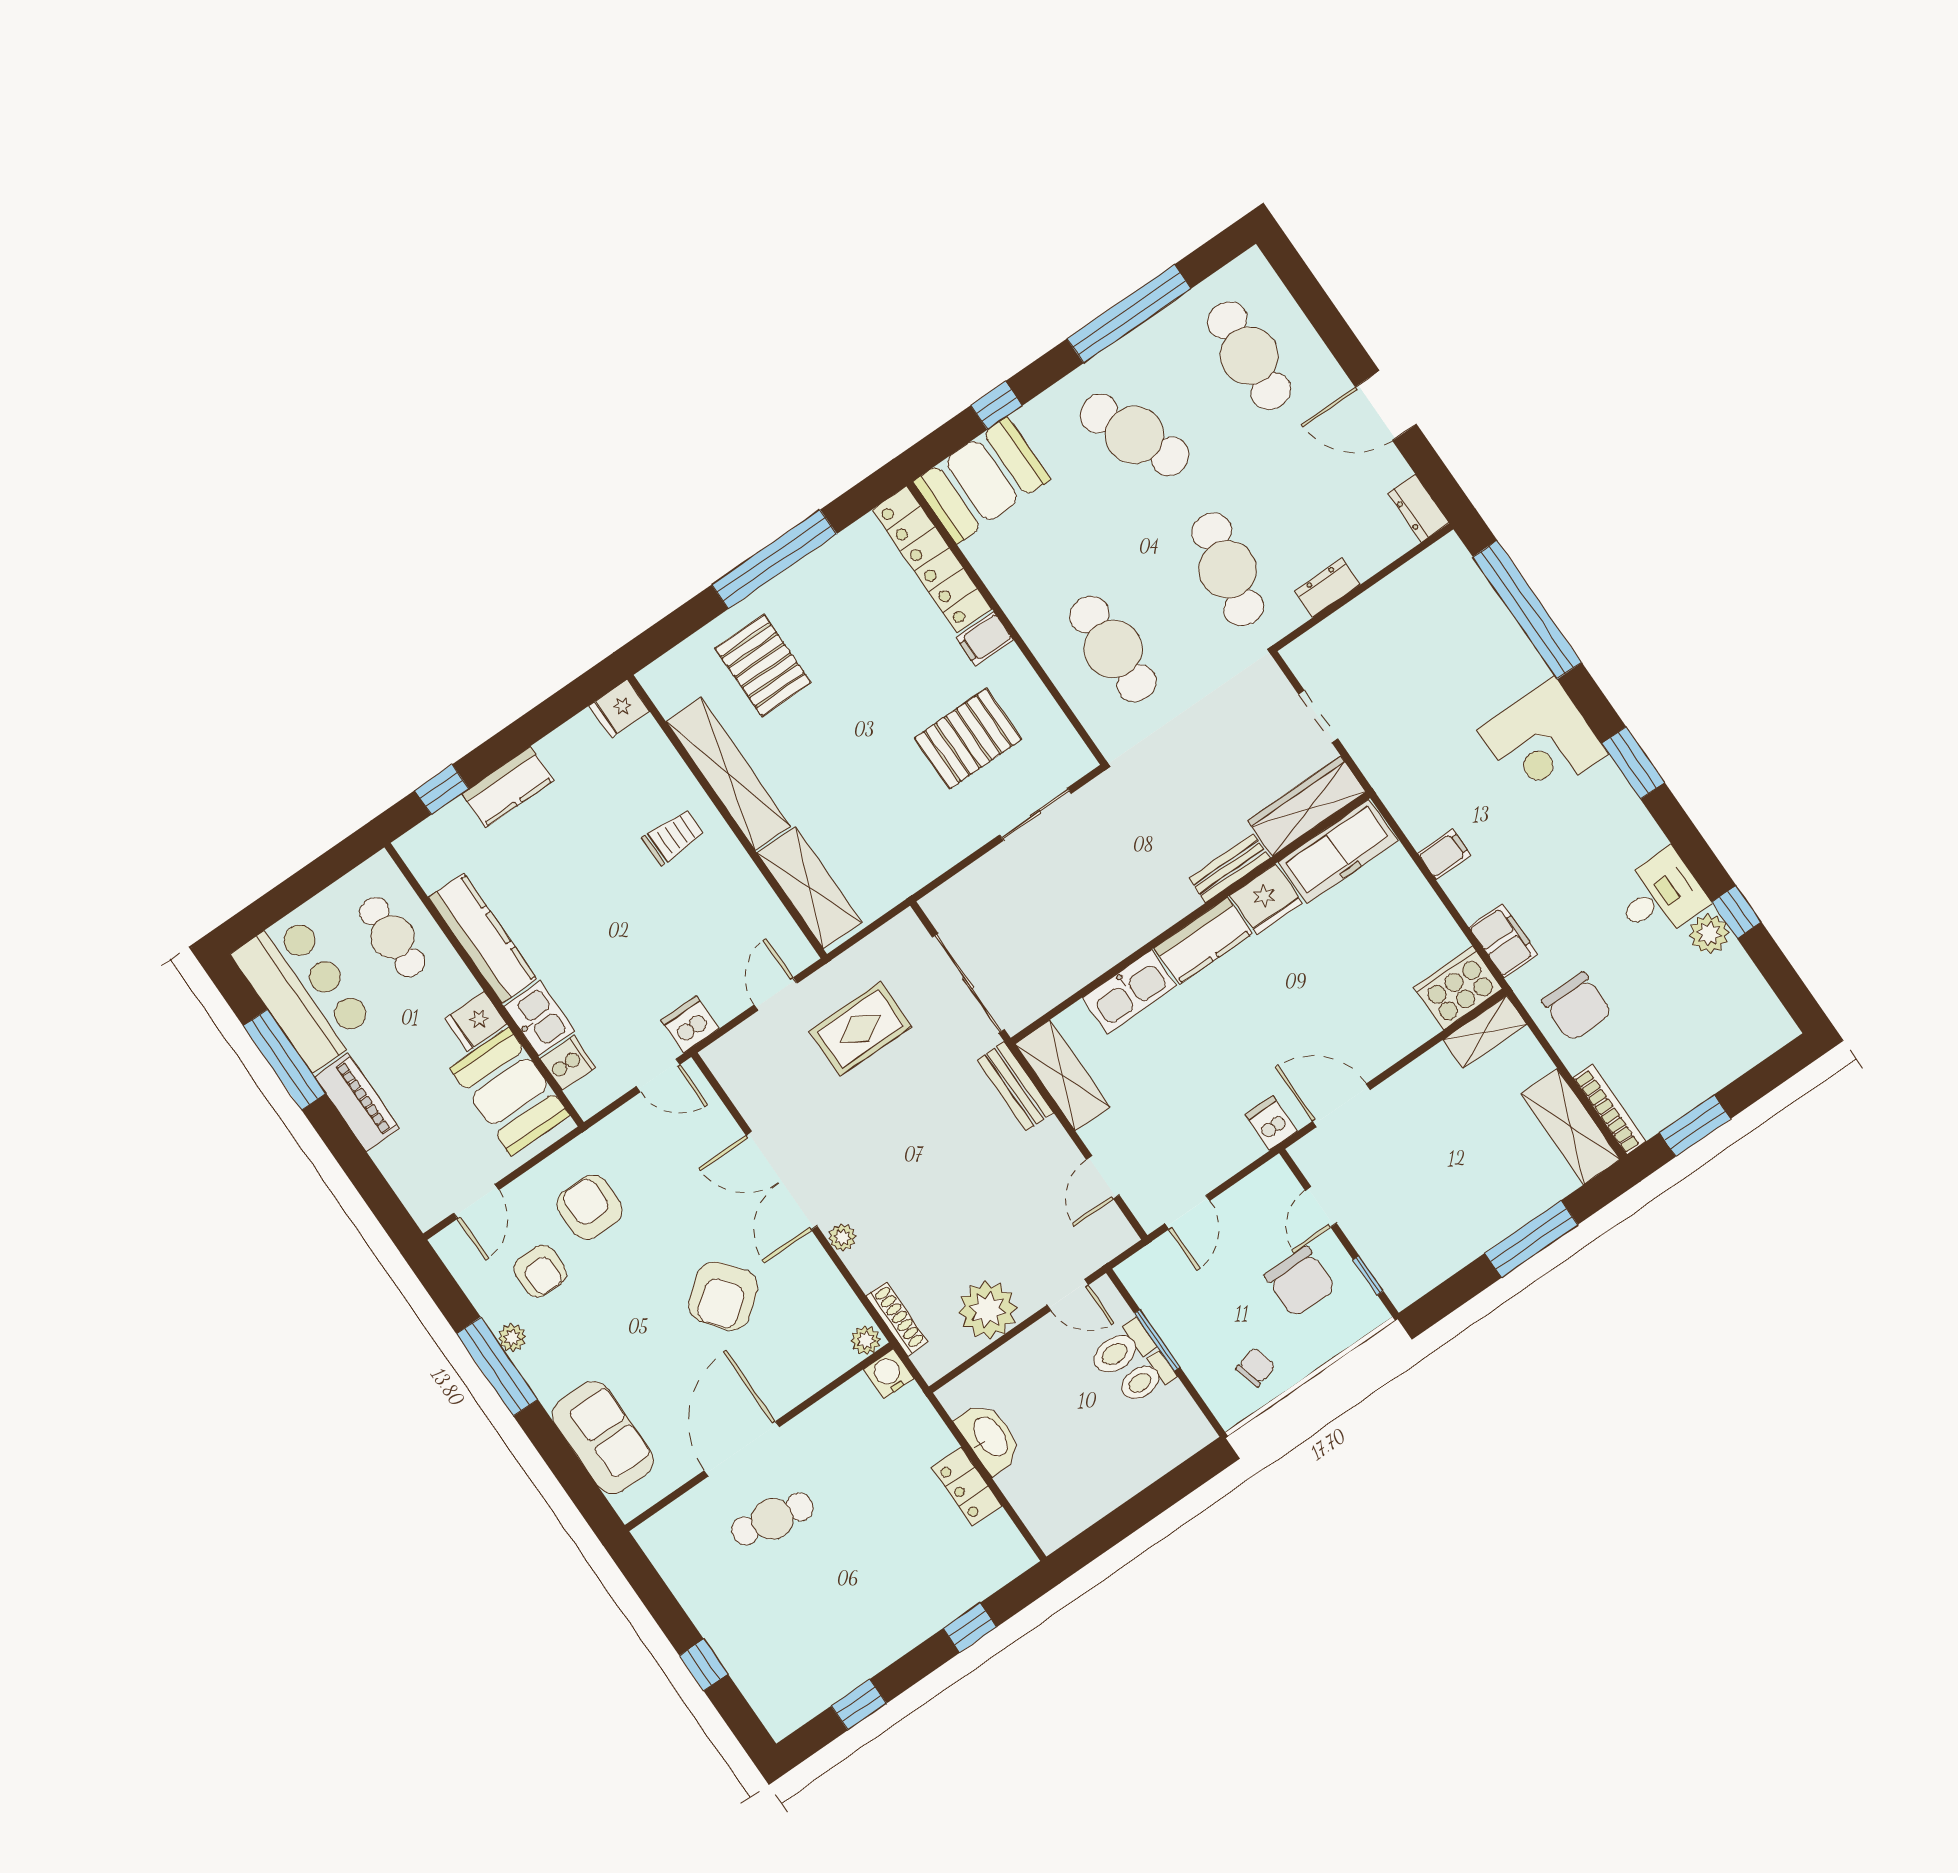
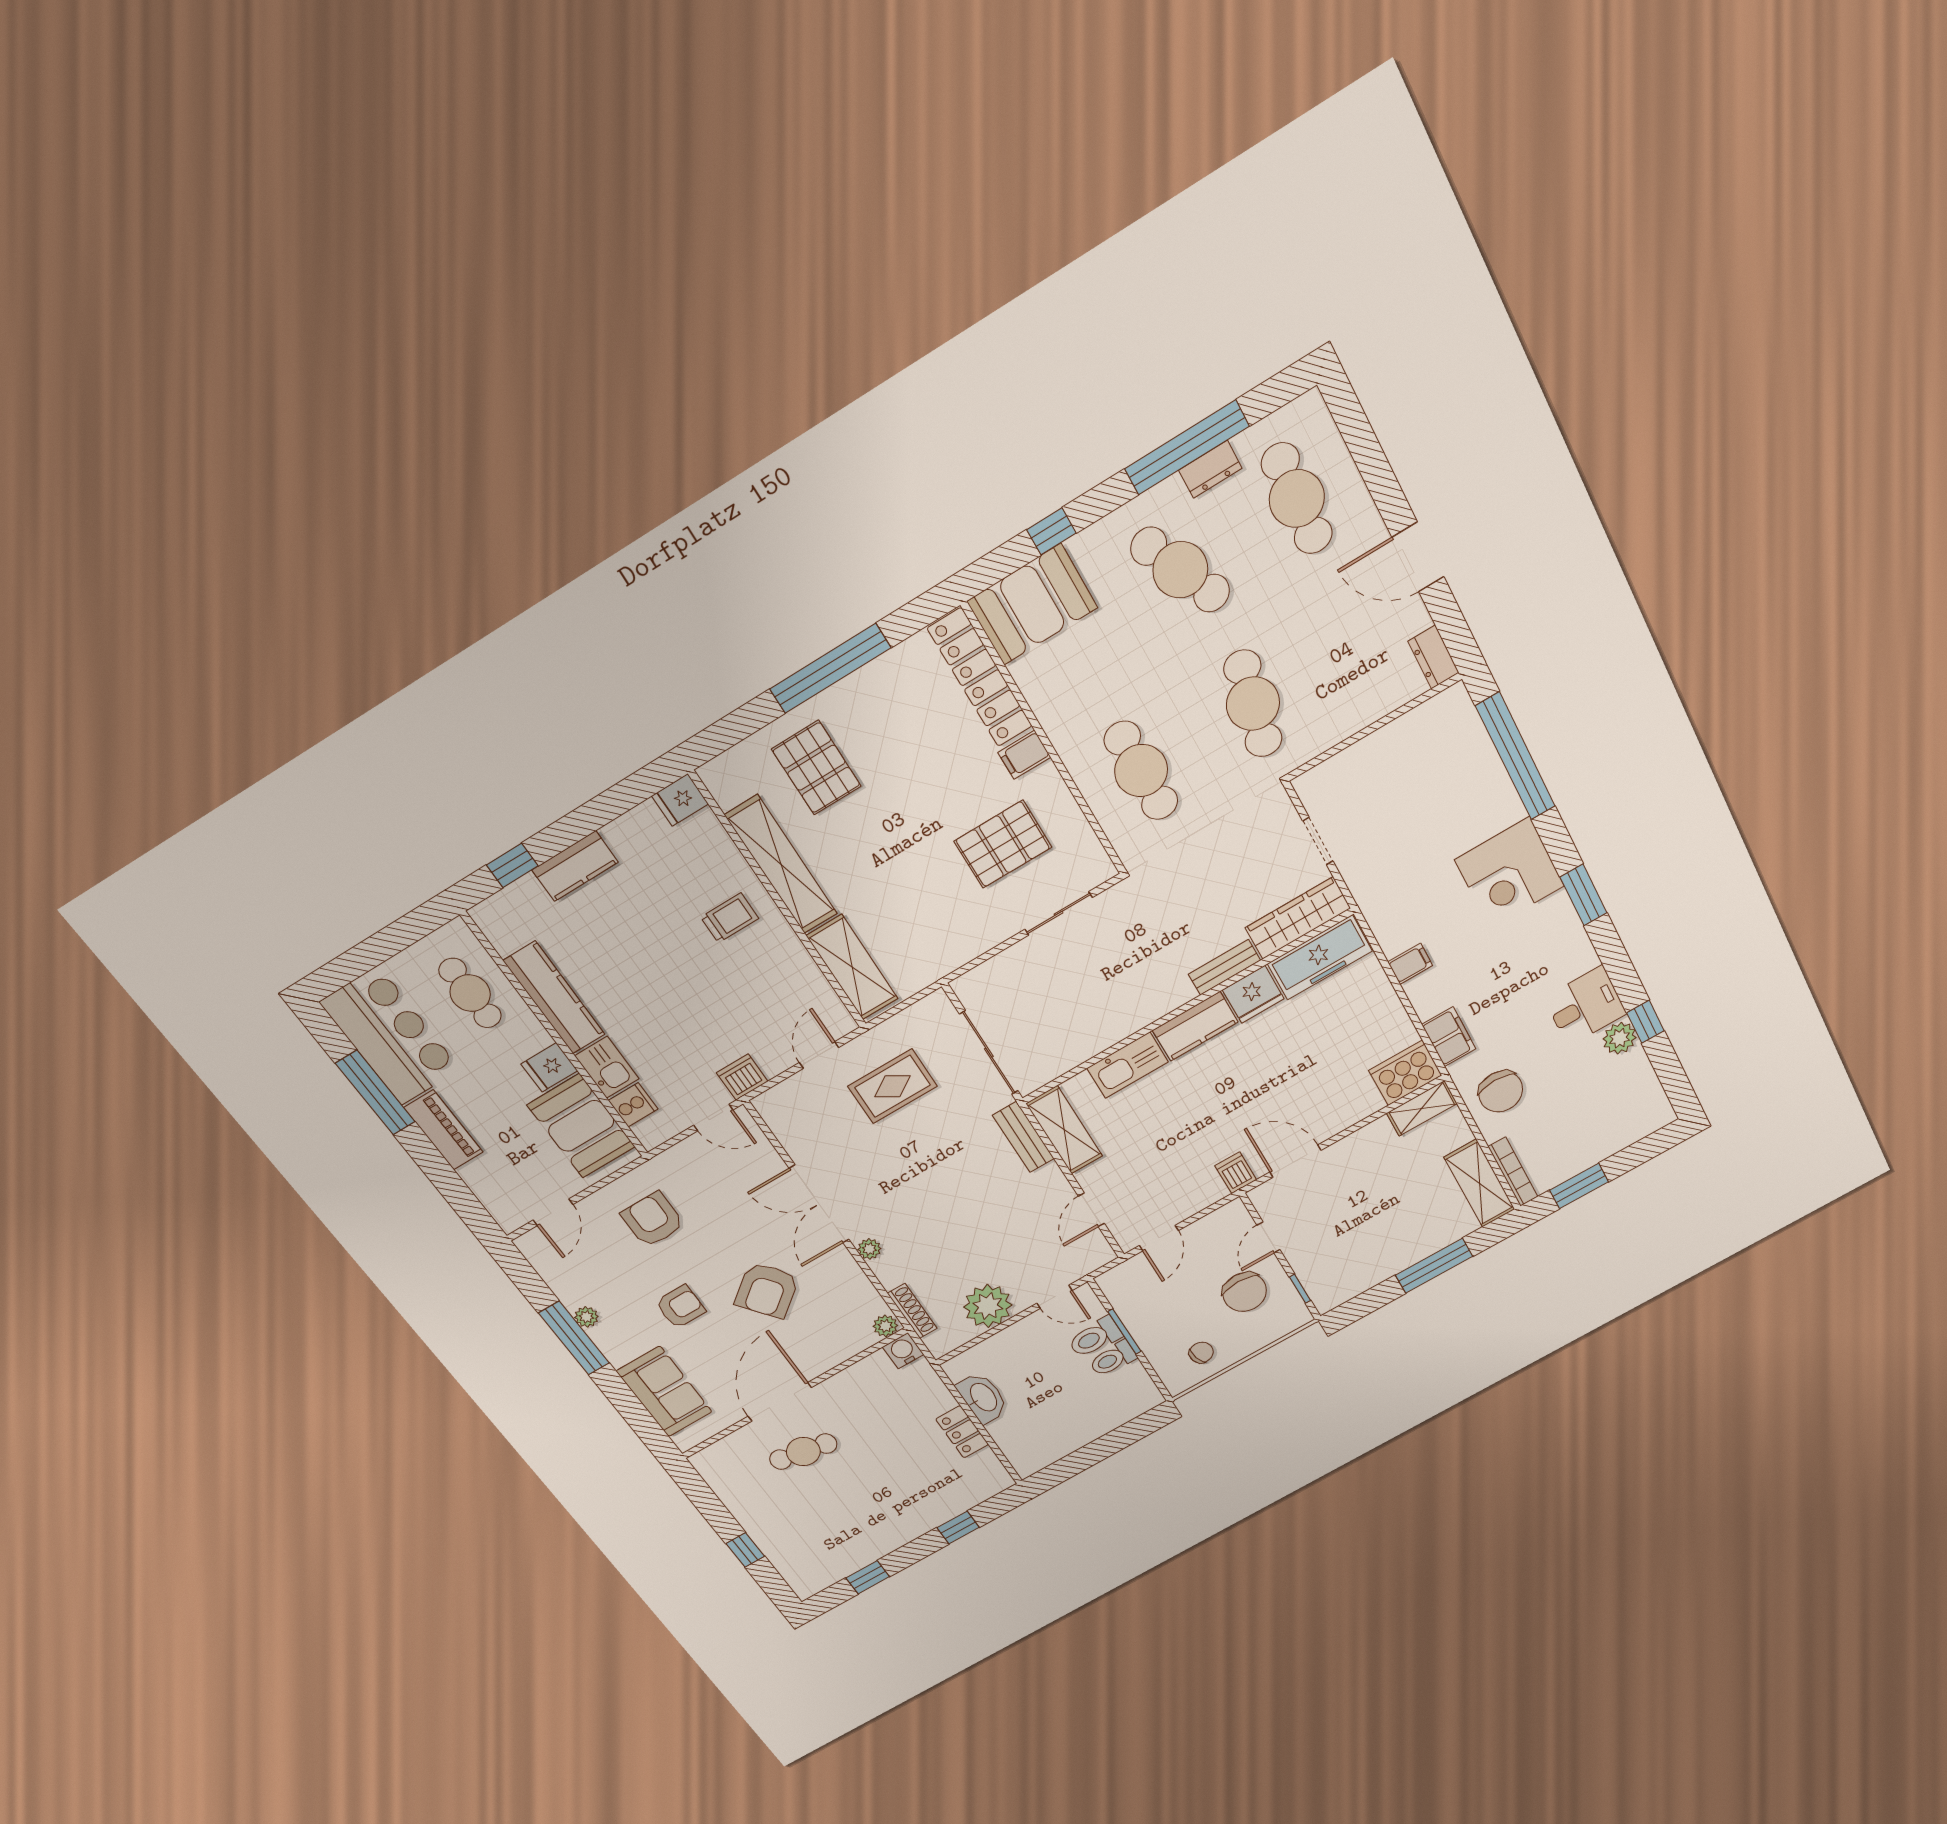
dresser: (1327, 588) -> (1210, 469), moved, turned 180
armchair: (540, 1271) -> (680, 1307), moved, turned -90

